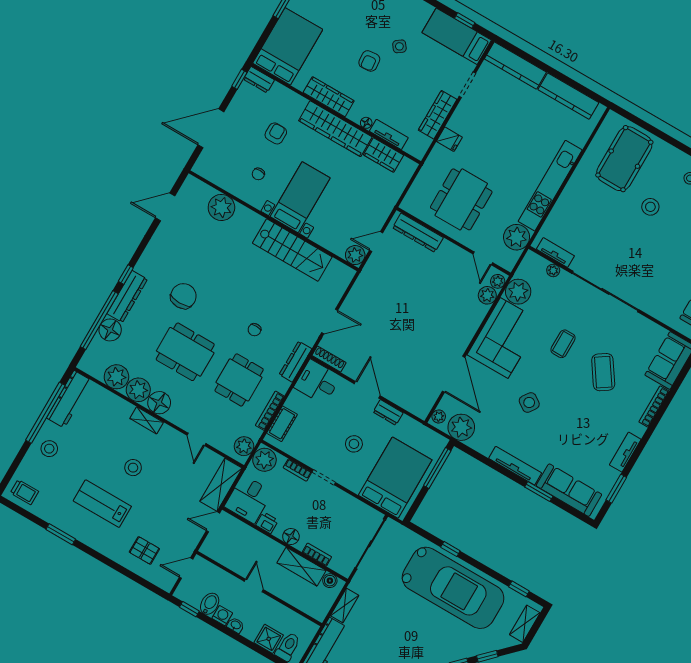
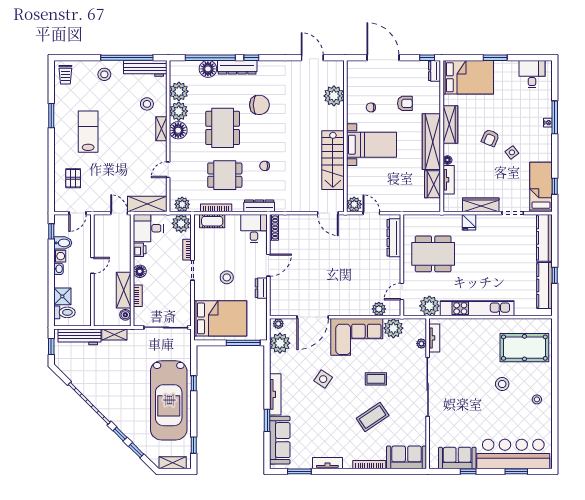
armchair: (369, 61) -> (490, 138), turned -62
window: (564, 78) -> (555, 275), added
plant: (498, 281) -> (392, 310), removed
door: (330, 321) -> (328, 213), moved
stool: (133, 468) -> (147, 104), moved
door: (186, 568) -> (78, 213), swing flipped

